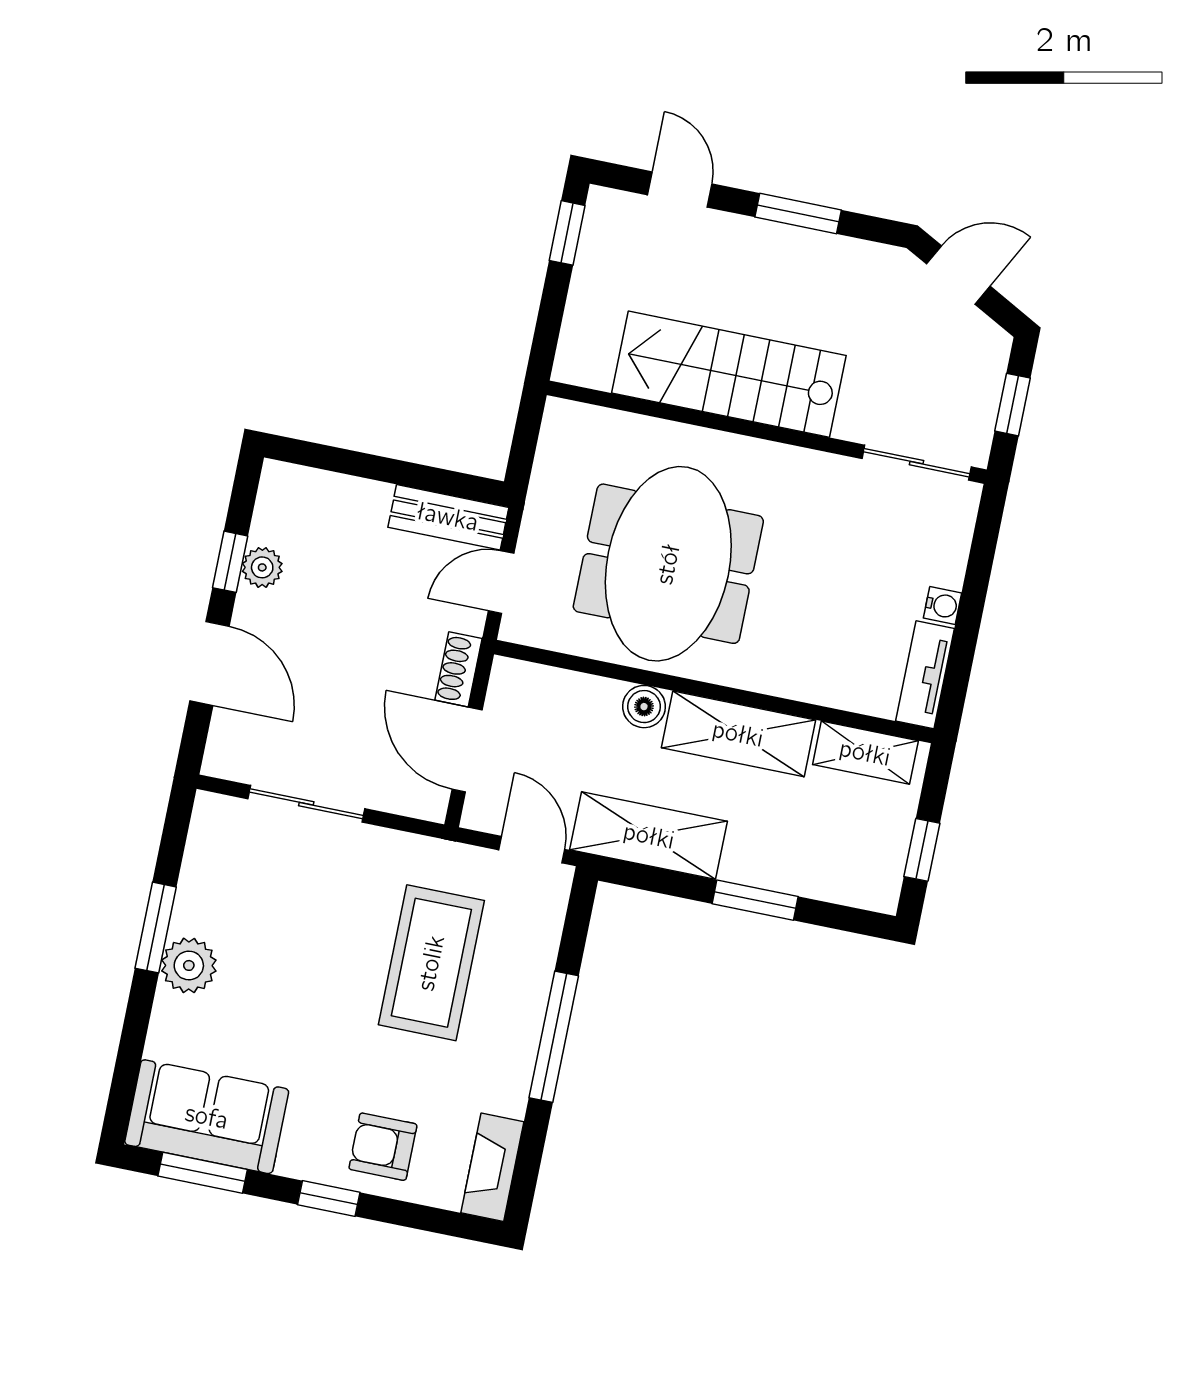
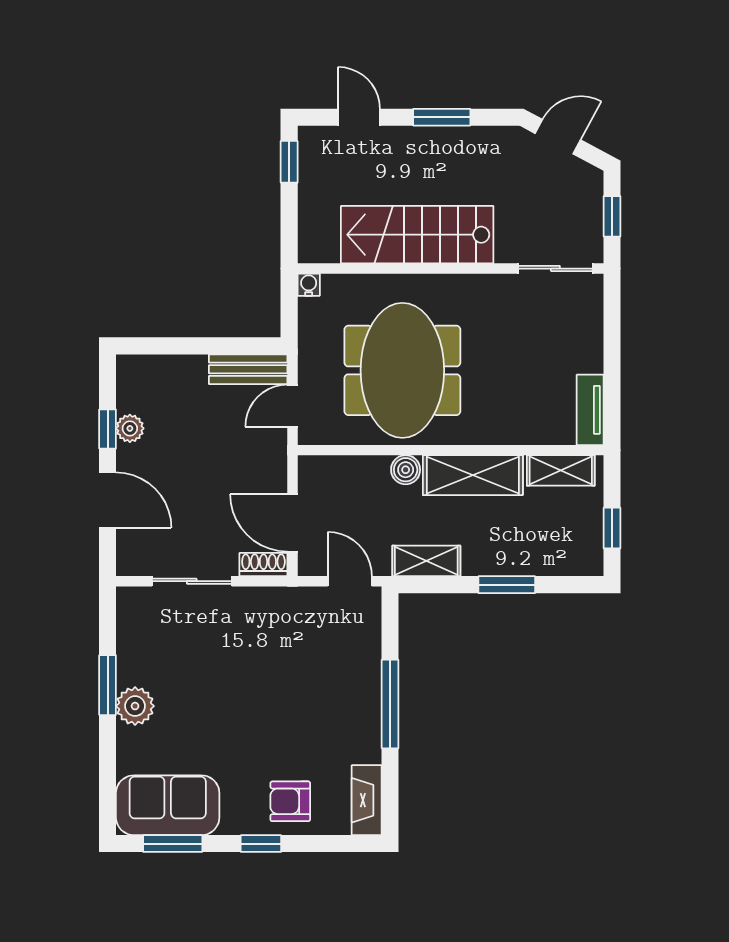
water cooler: (943, 605) -> (309, 285), moved, turned -90
shoe rack: (459, 669) -> (263, 565), moved, turned 90
shelving: (649, 836) -> (426, 561), width x0.67, depth x0.75
coffee table: (431, 963) -> (298, 671), removed

